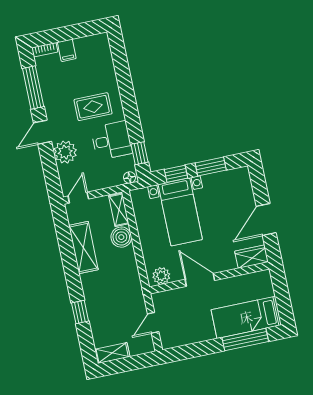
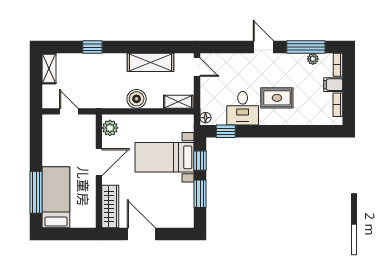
bookcase: (87, 41) -> (338, 105), added
rug: (93, 107) -> (277, 98), turned 90
plant: (65, 152) -> (313, 59), moved, width x0.53, depth x0.53
boiler: (121, 237) -> (137, 99), moved
wardrobe: (252, 257) -> (110, 207), width x1.50

